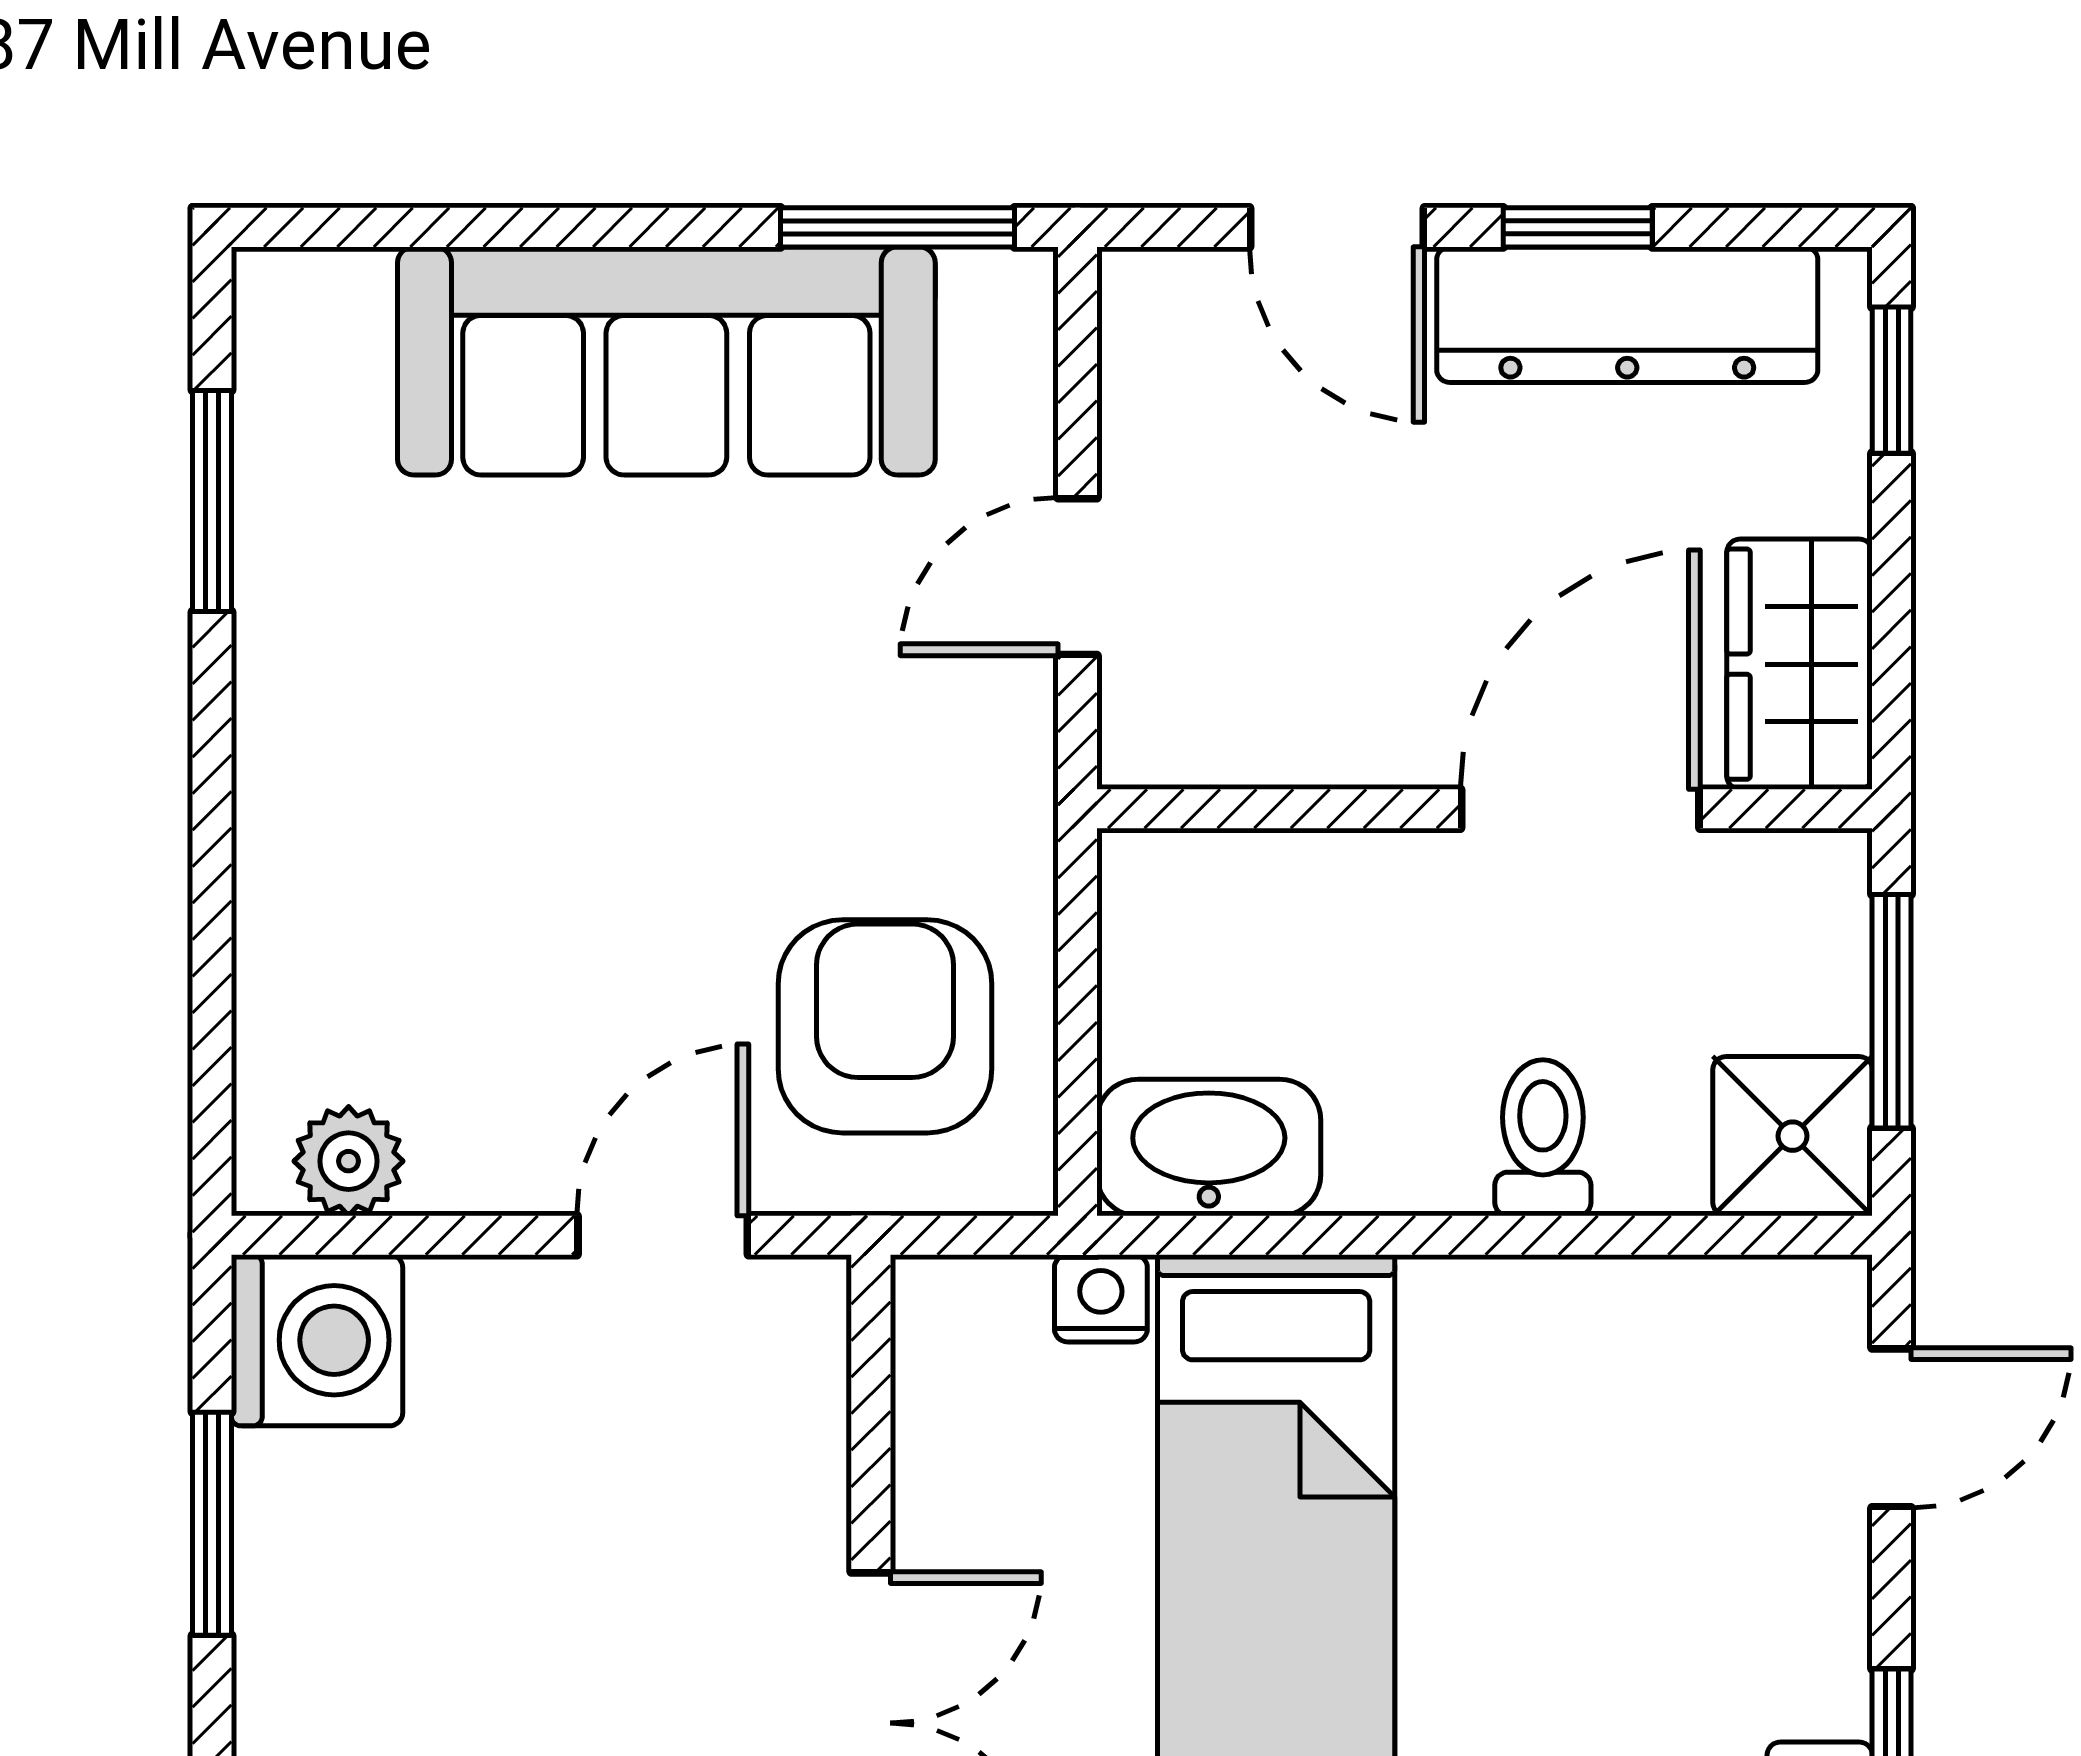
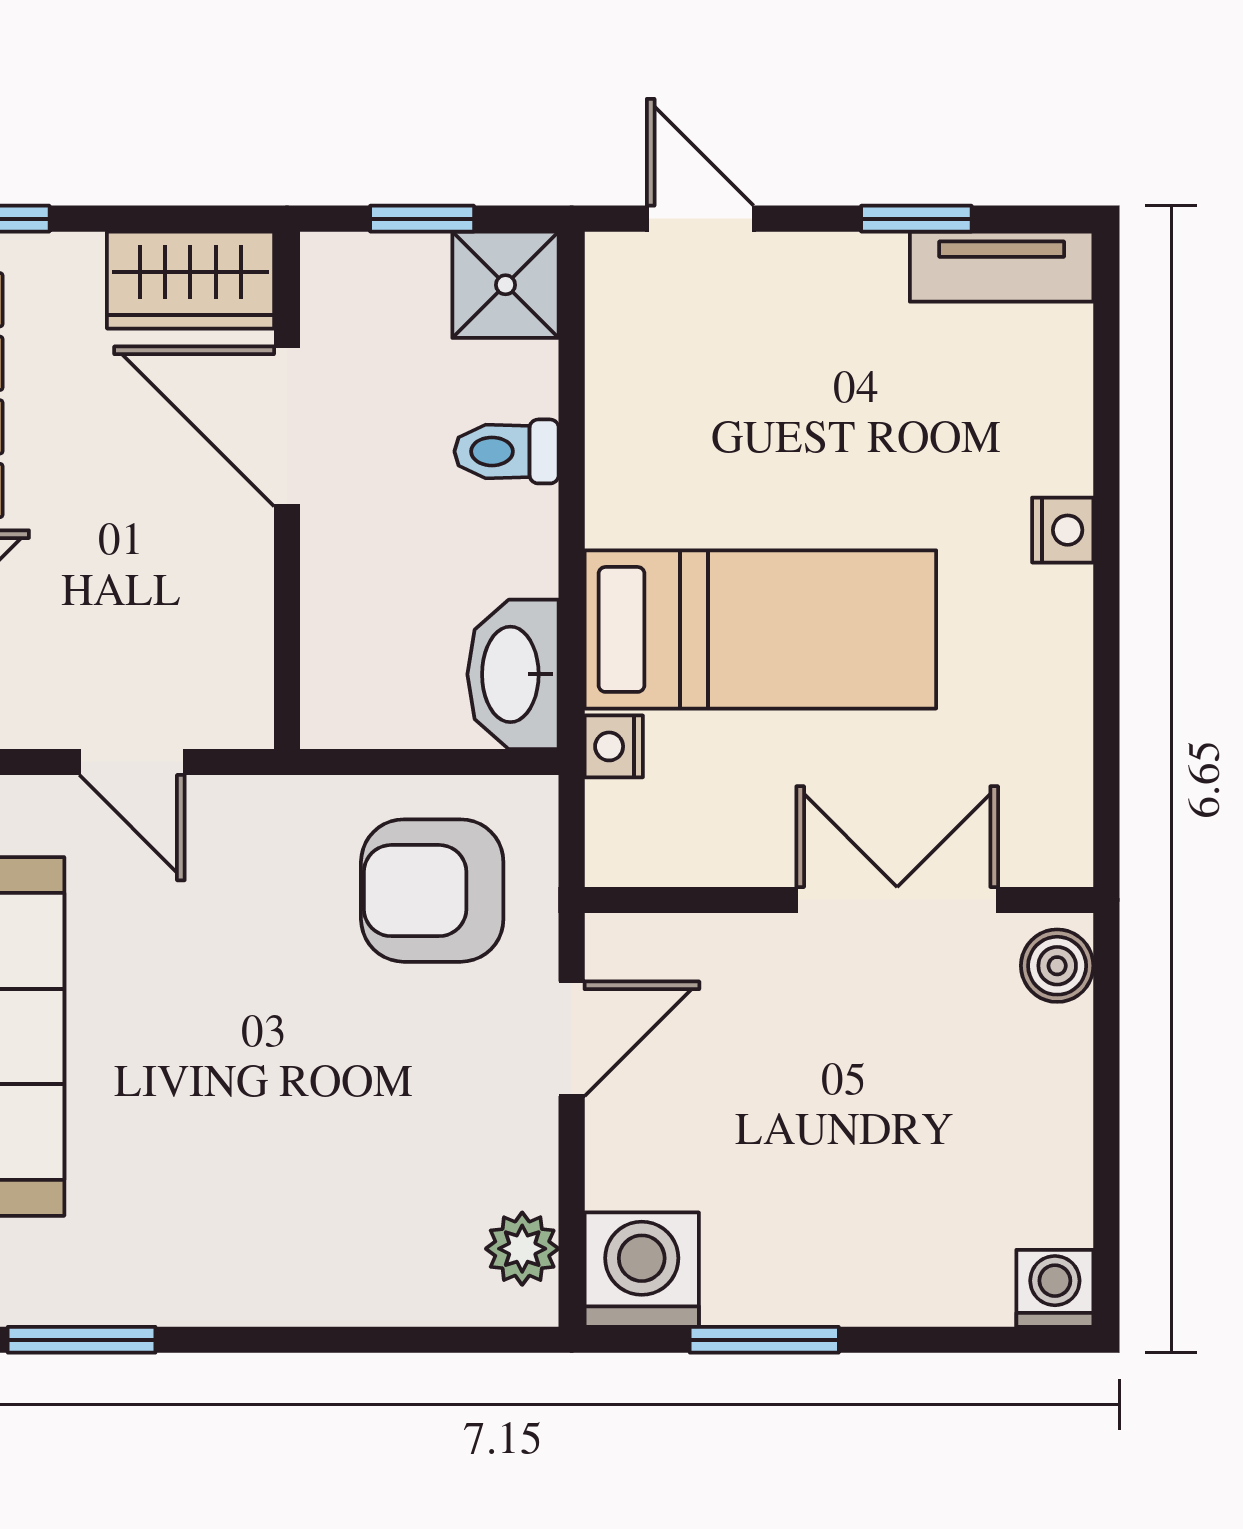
window: (1892, 1011) -> (422, 219), width x0.67
door: (663, 1235) -> (572, 1039), swing flipped

